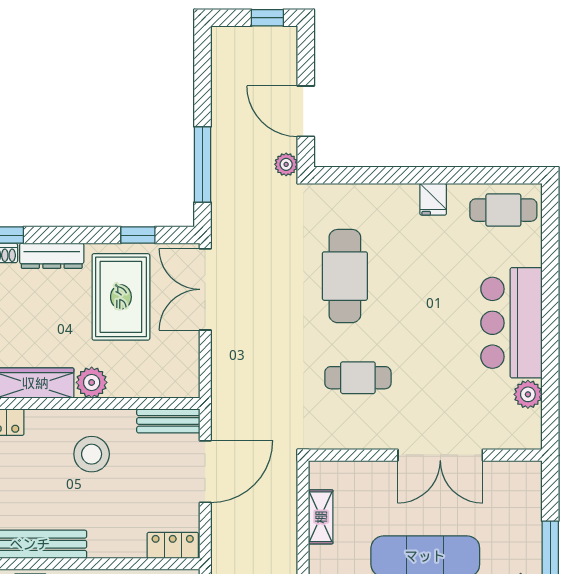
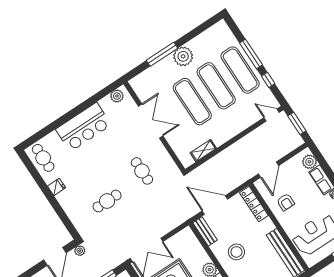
cafe table: (345, 276) -> (107, 201), width x0.73, depth x0.74
plant: (528, 394) -> (117, 96), moved
locker: (173, 545) -> (254, 204), width x1.53

